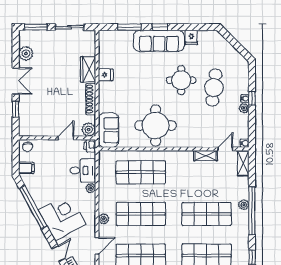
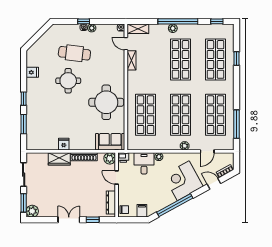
sofa: (159, 41) -> (35, 99), removed
plant: (26, 54) -> (32, 211), moved
dresser: (36, 131) -> (111, 203), added
door: (97, 246) -> (207, 151), swing flipped

